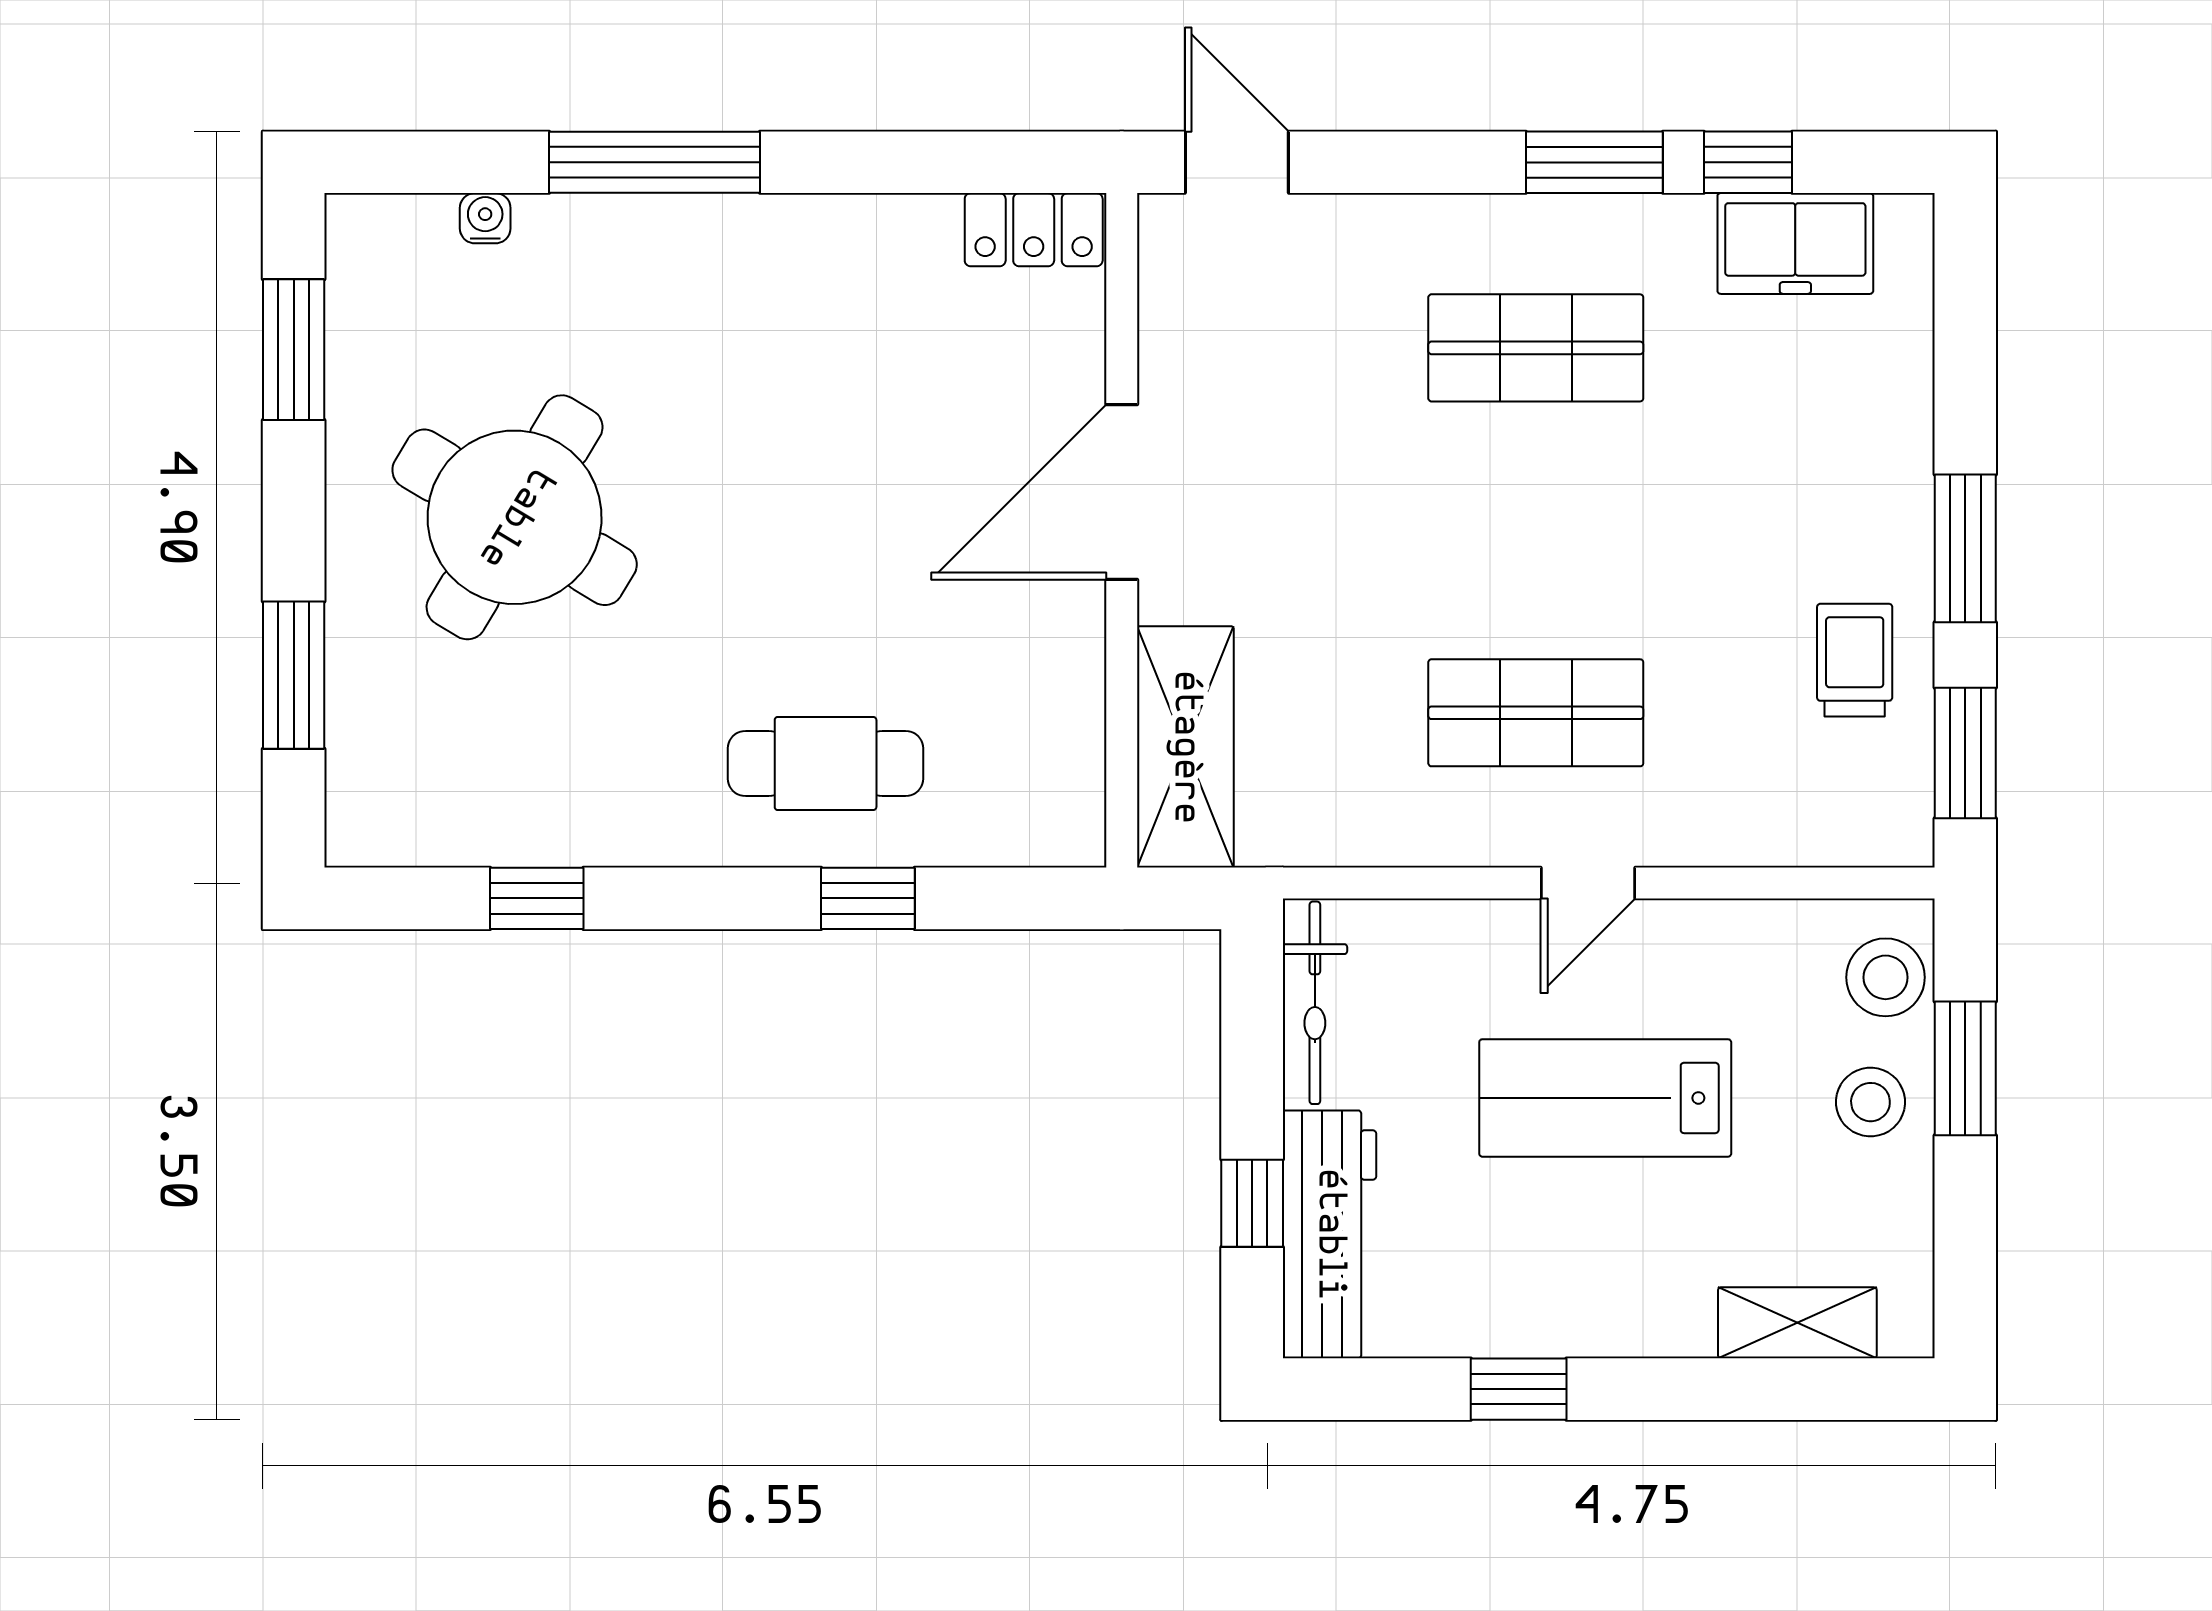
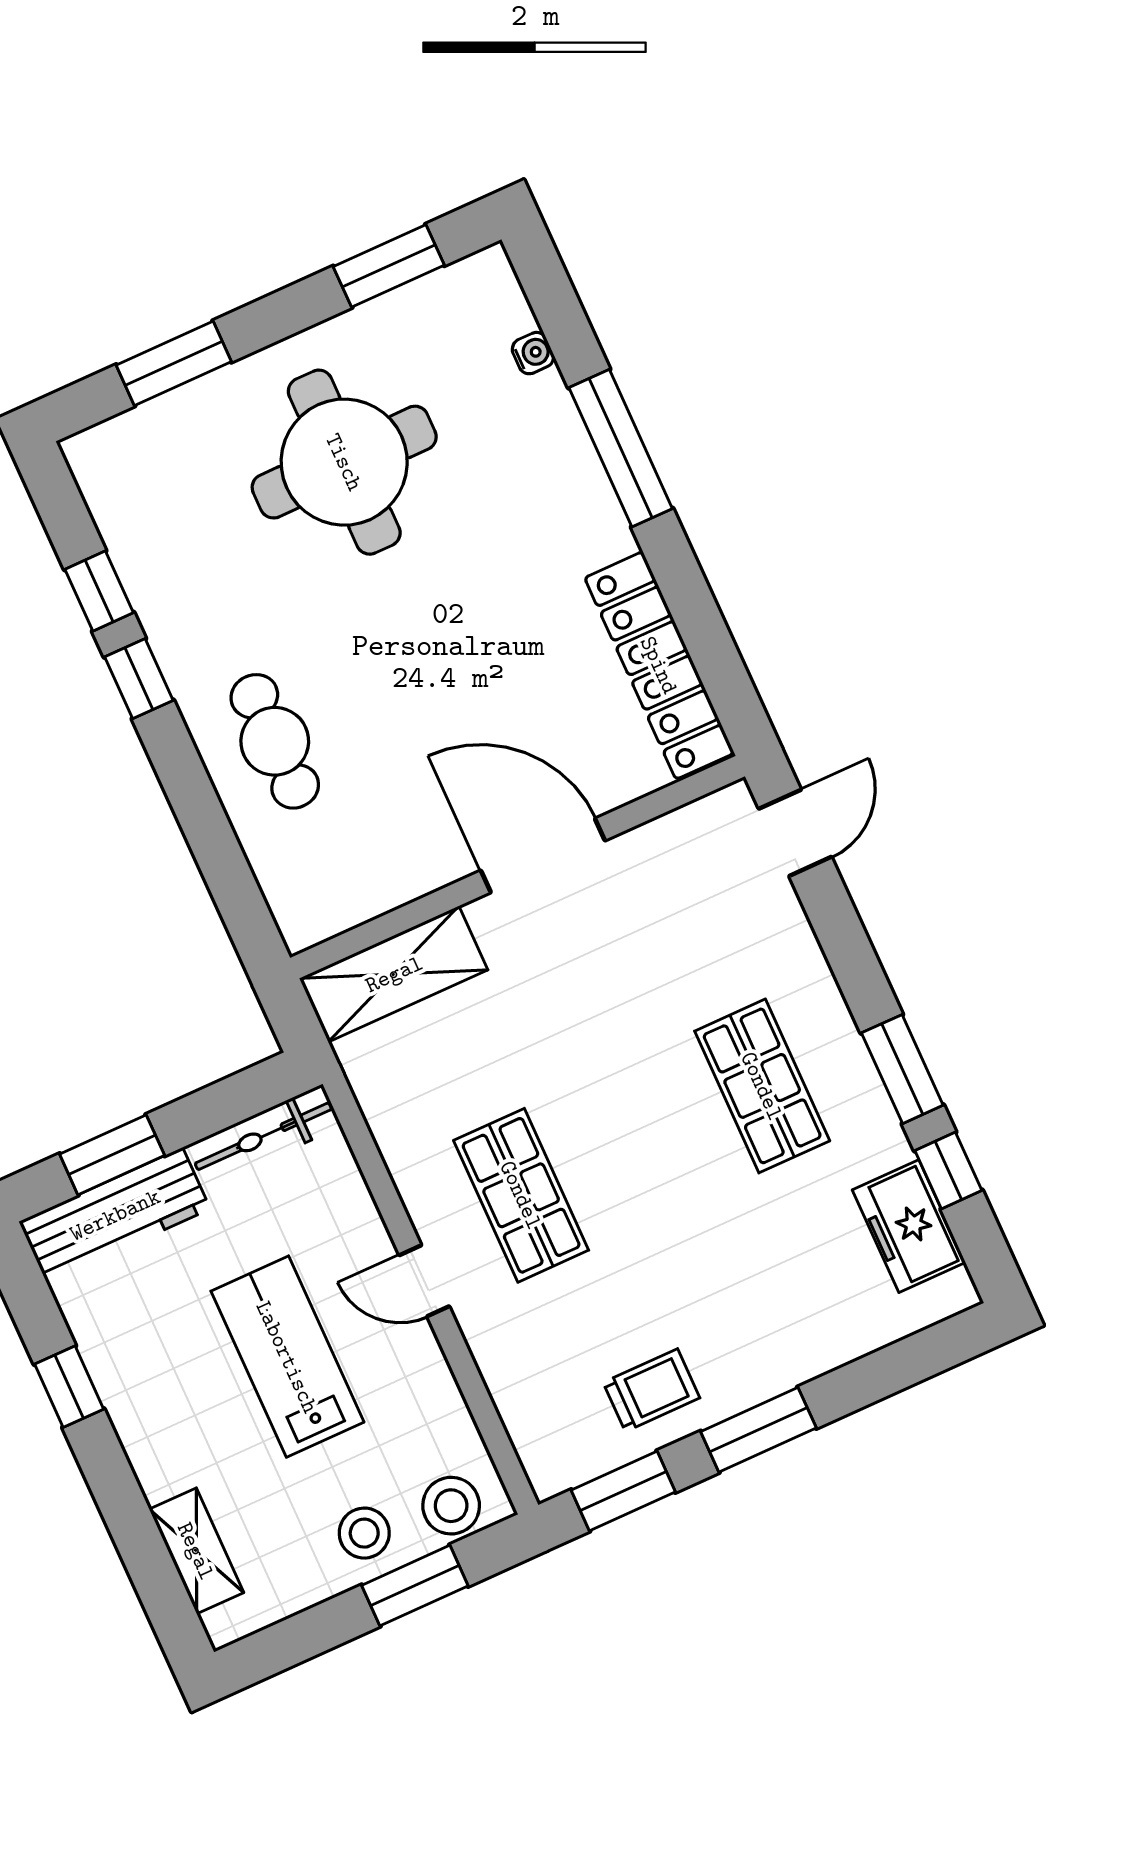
locker: (1034, 230) -> (659, 665), width x2.16, depth x1.21
round table: (515, 517) -> (344, 462), turned -31
window: (868, 898) -> (139, 679), moved
window: (1252, 1203) -> (112, 1155), width x1.50

